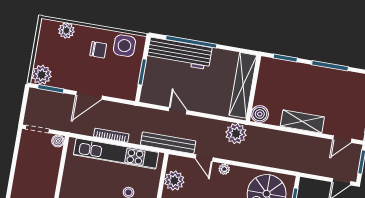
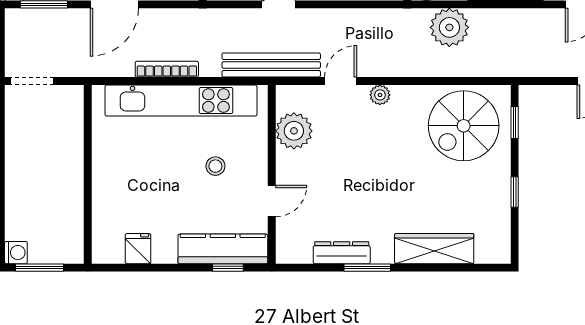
plant: (236, 134) -> (449, 27), moved
boiler: (58, 141) -> (73, 96), removed
door: (204, 158) -> (341, 81), swing flipped

